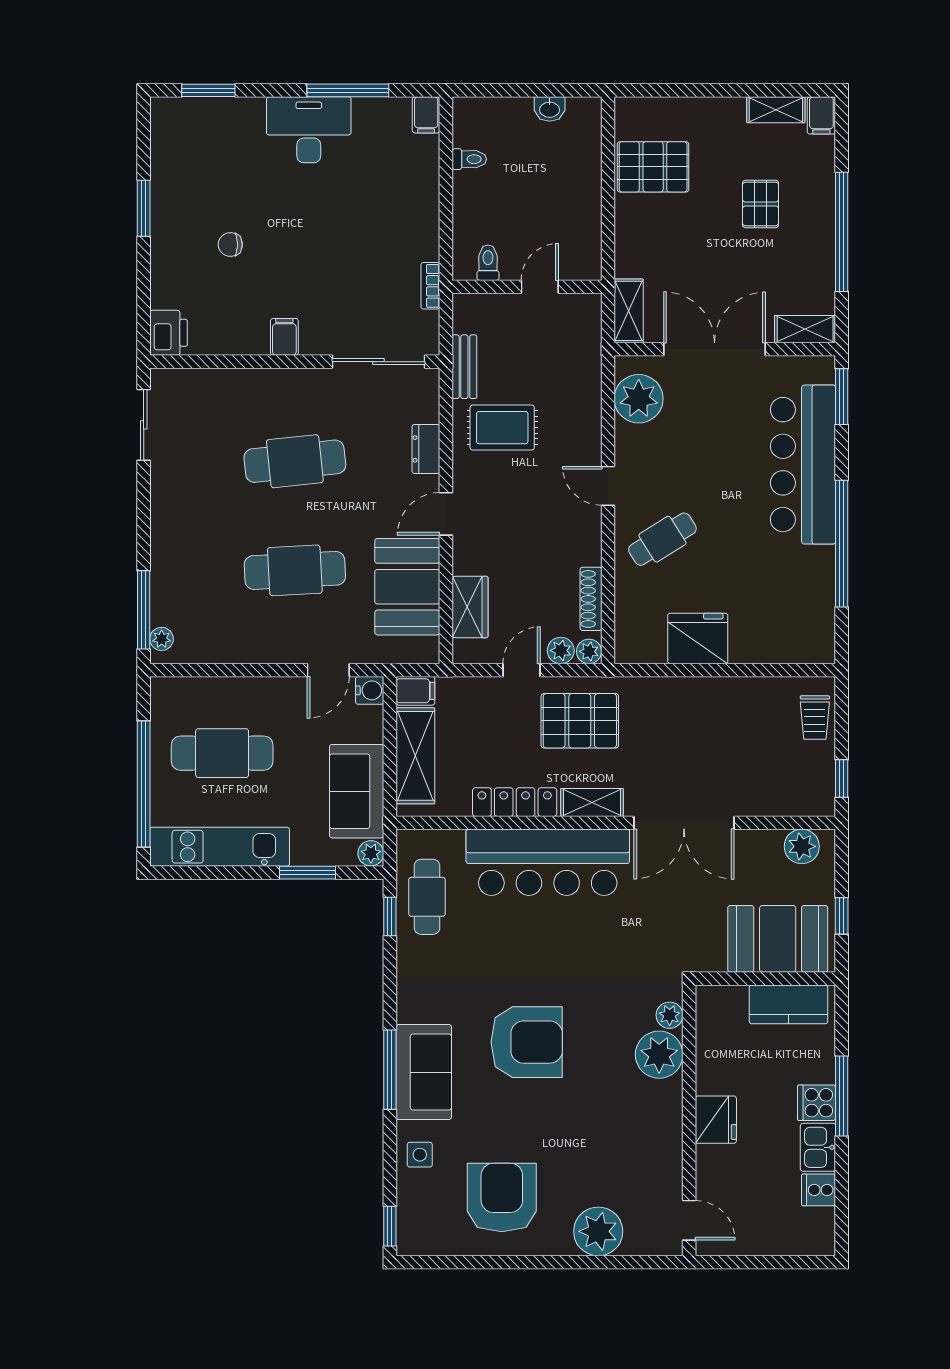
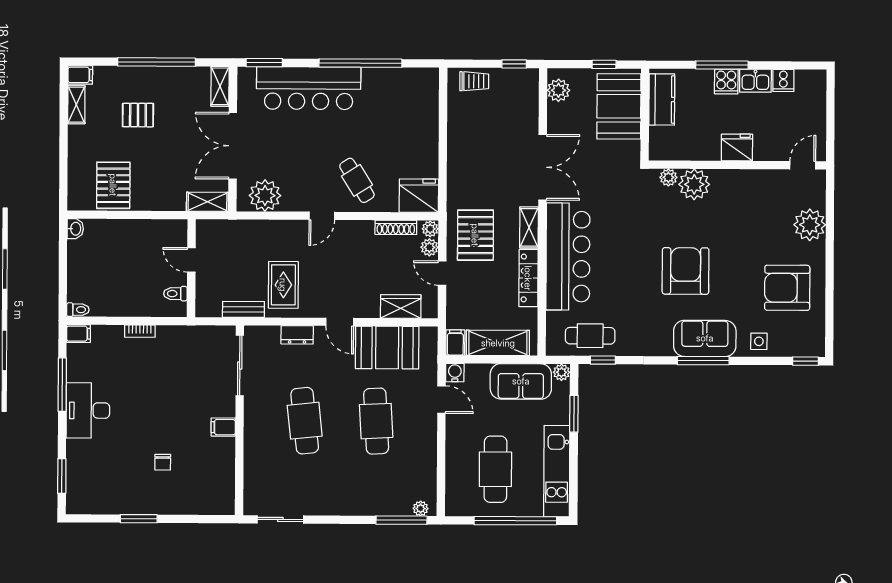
washbasin: (550, 109) -> (75, 229), moved
toilet: (469, 159) -> (78, 310), moved, turned 90
bookcase: (430, 286) -> (140, 331), moved
printer: (169, 333) -> (220, 503), removed
fridge: (698, 638) -> (419, 196), moved, turned 90

